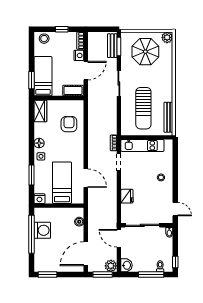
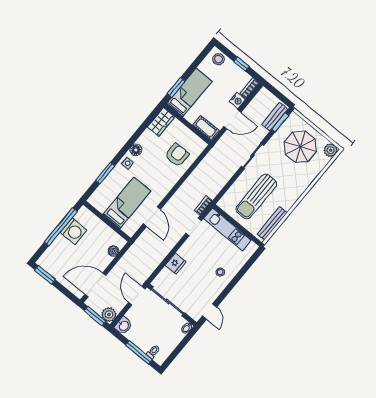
nightstand: (39, 199) -> (95, 200), removed
window: (175, 262) -> (170, 359), removed

